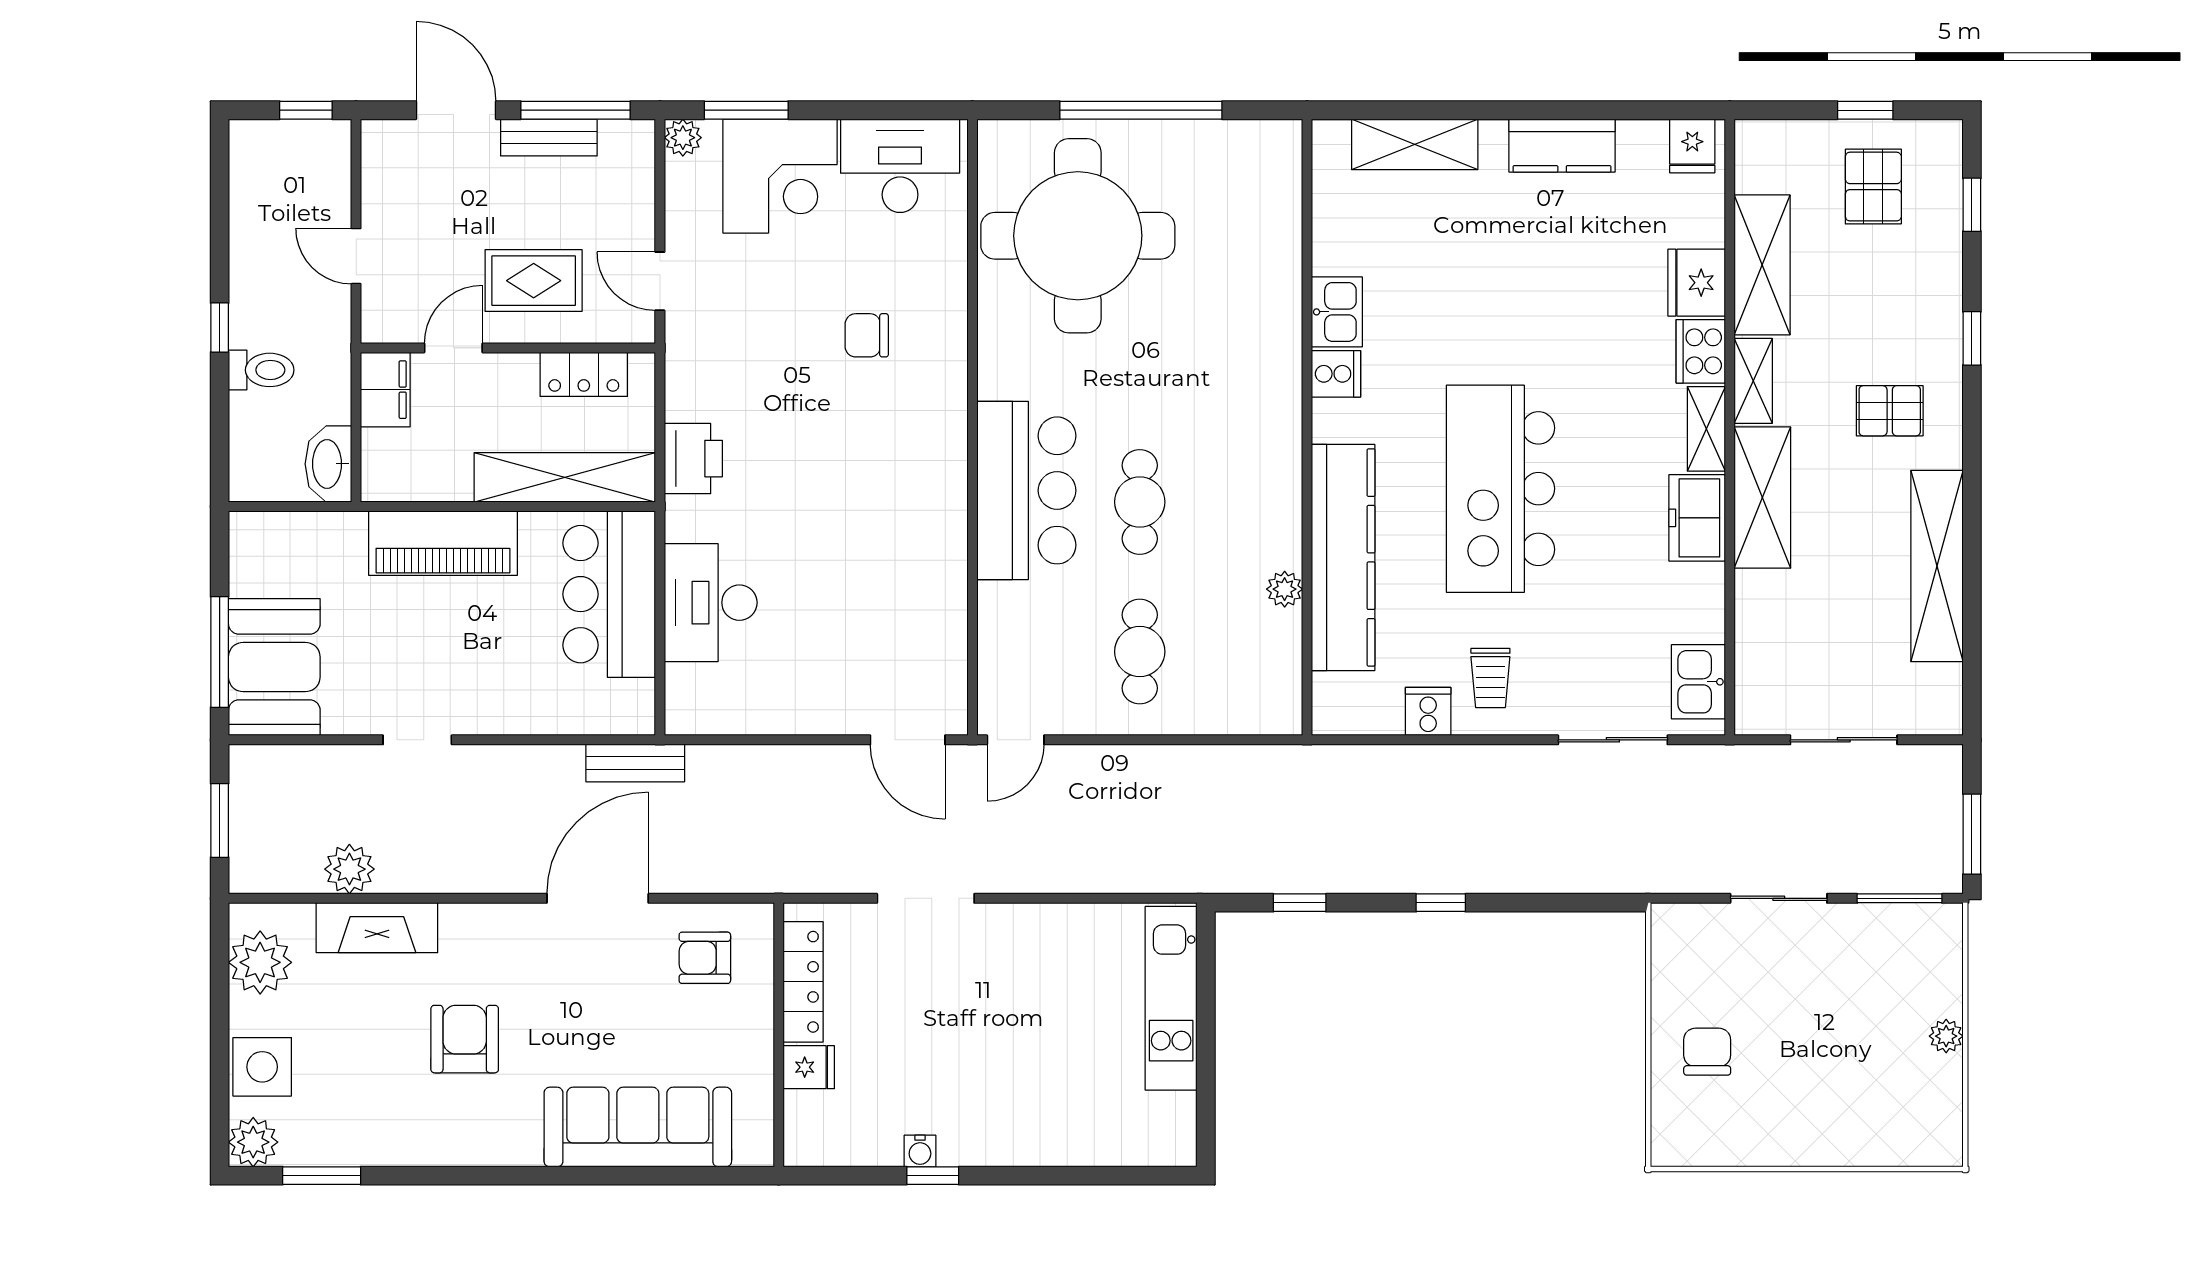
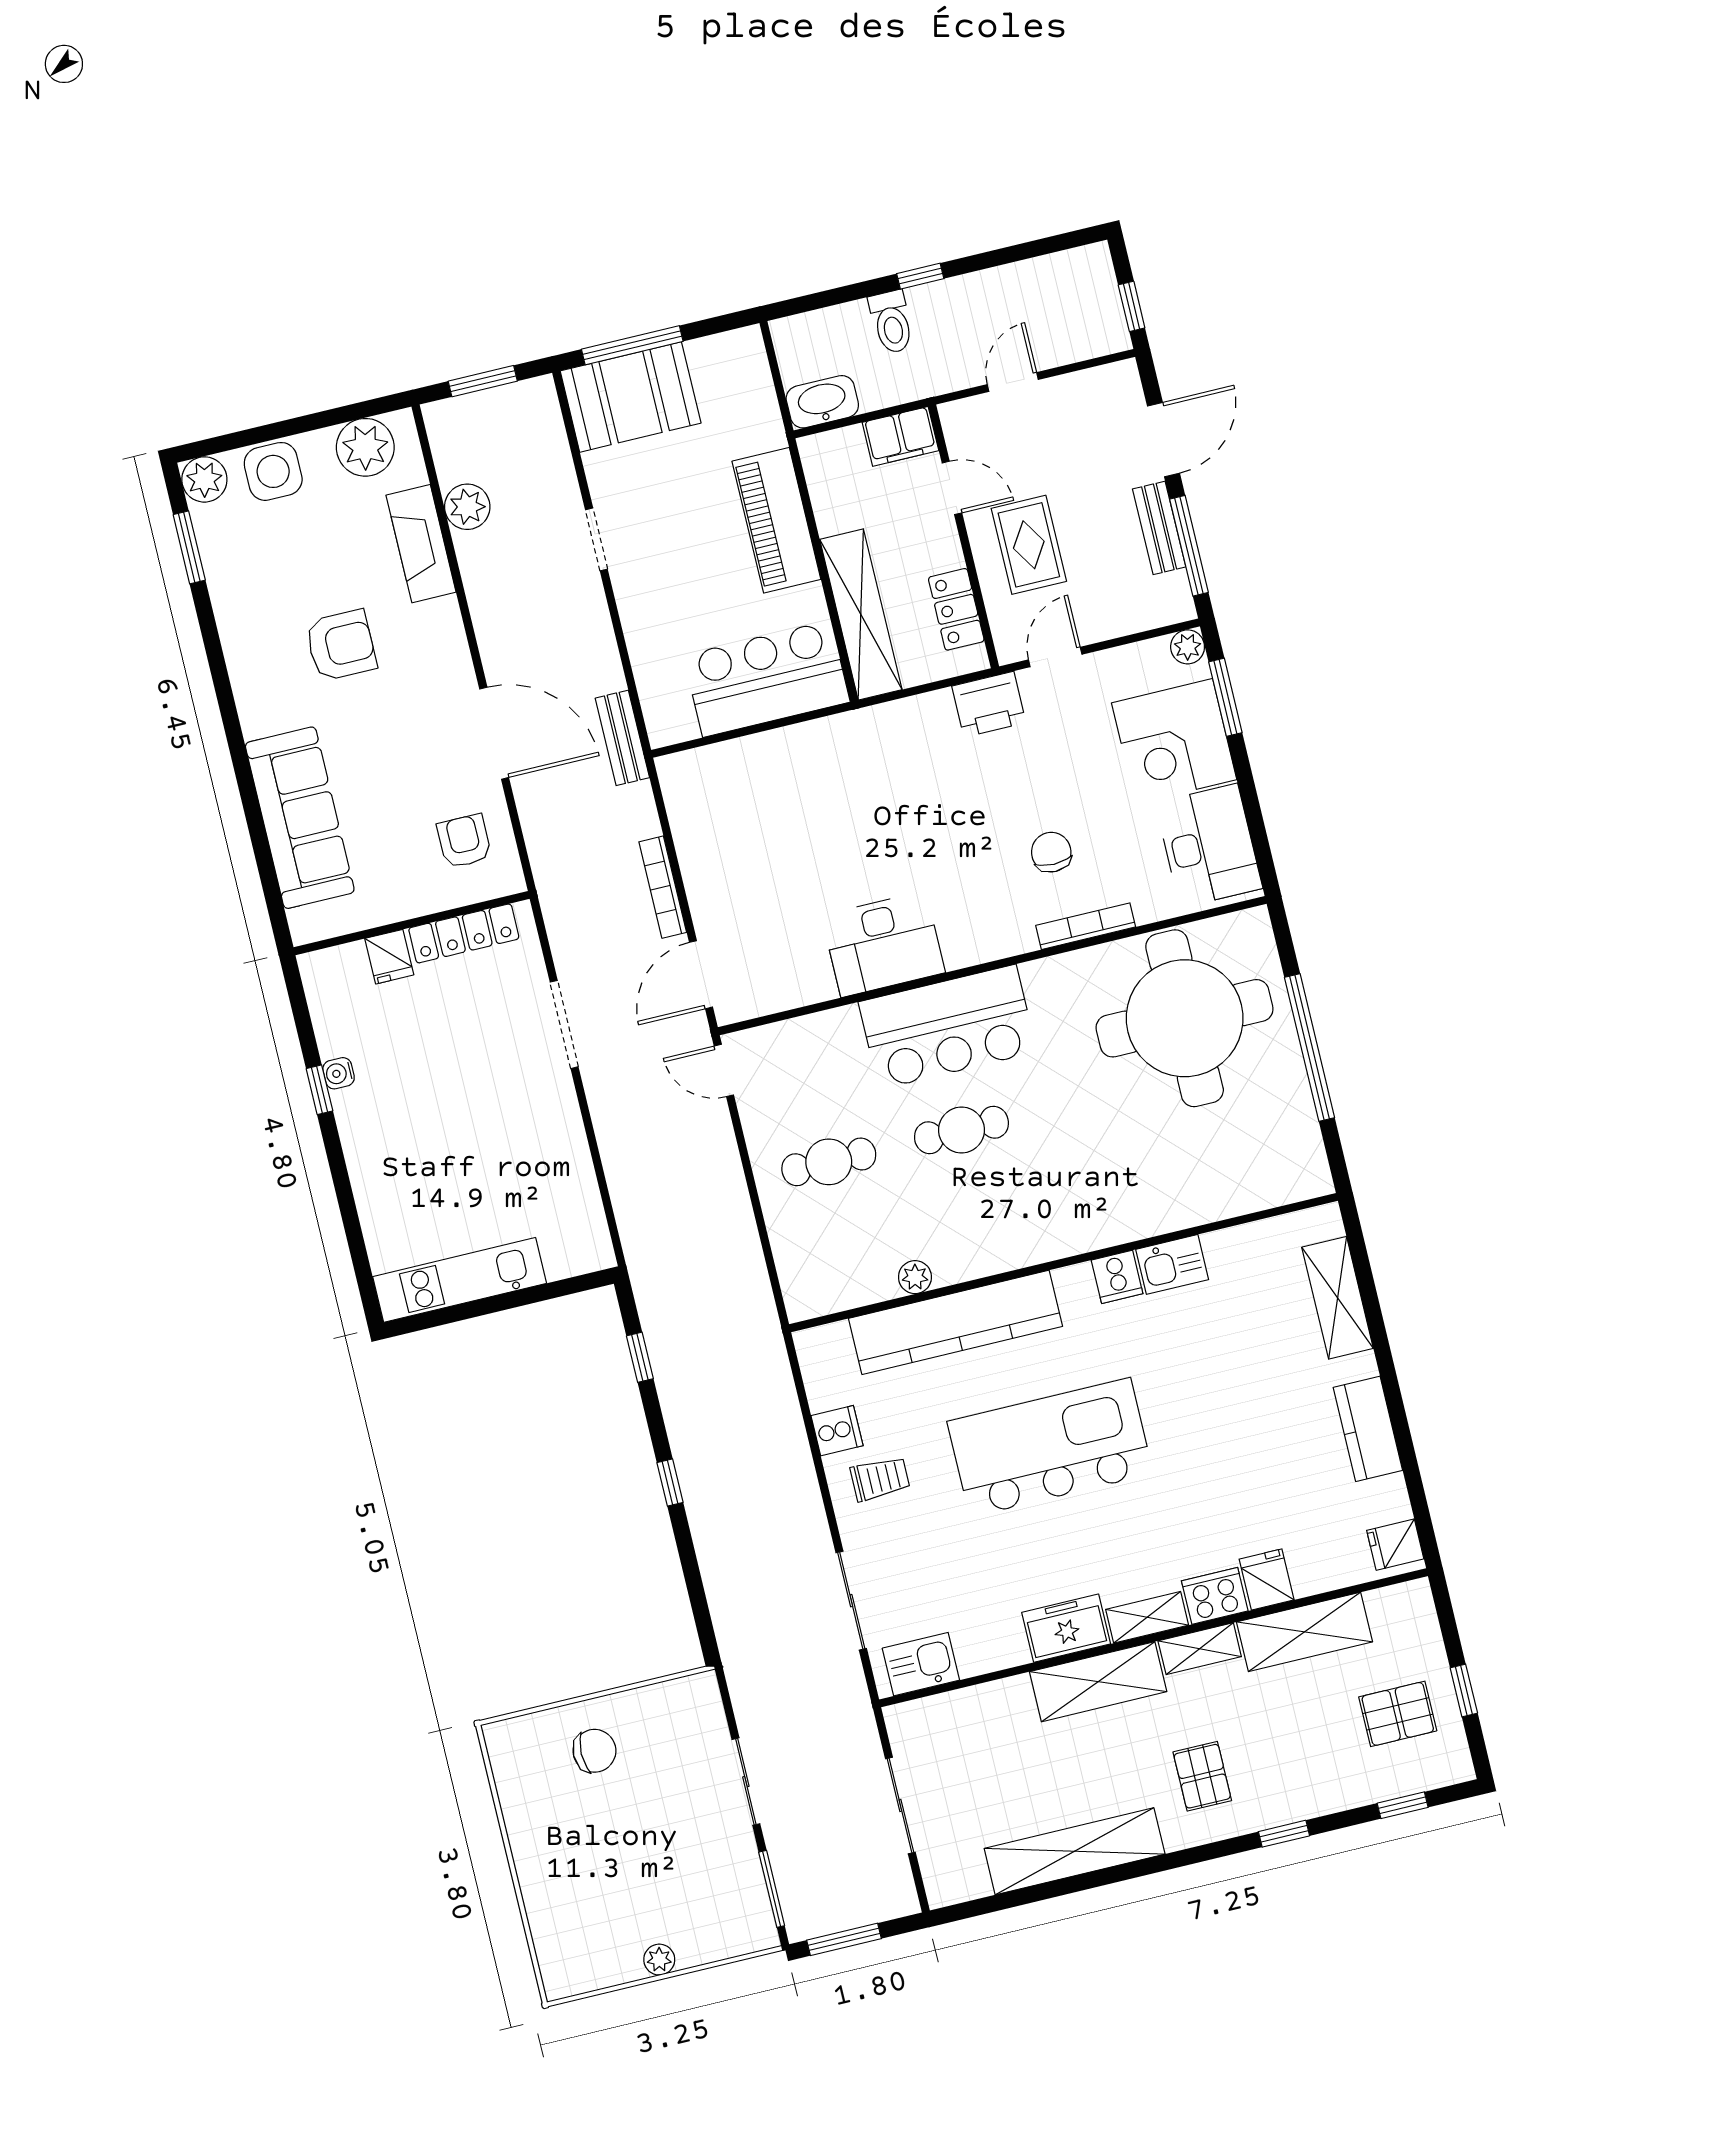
fridge: (1697, 283) -> (1267, 1579), width x0.72
bookcase: (954, 318) -> (1086, 926), added
printer: (693, 459) -> (989, 704), moved
desk: (711, 603) -> (883, 944), moved, turned 180
trolley: (1490, 678) -> (880, 1479), turned 180
bookcase: (805, 758) -> (663, 887), added
kitchen unit: (1171, 998) -> (460, 1280), moved

